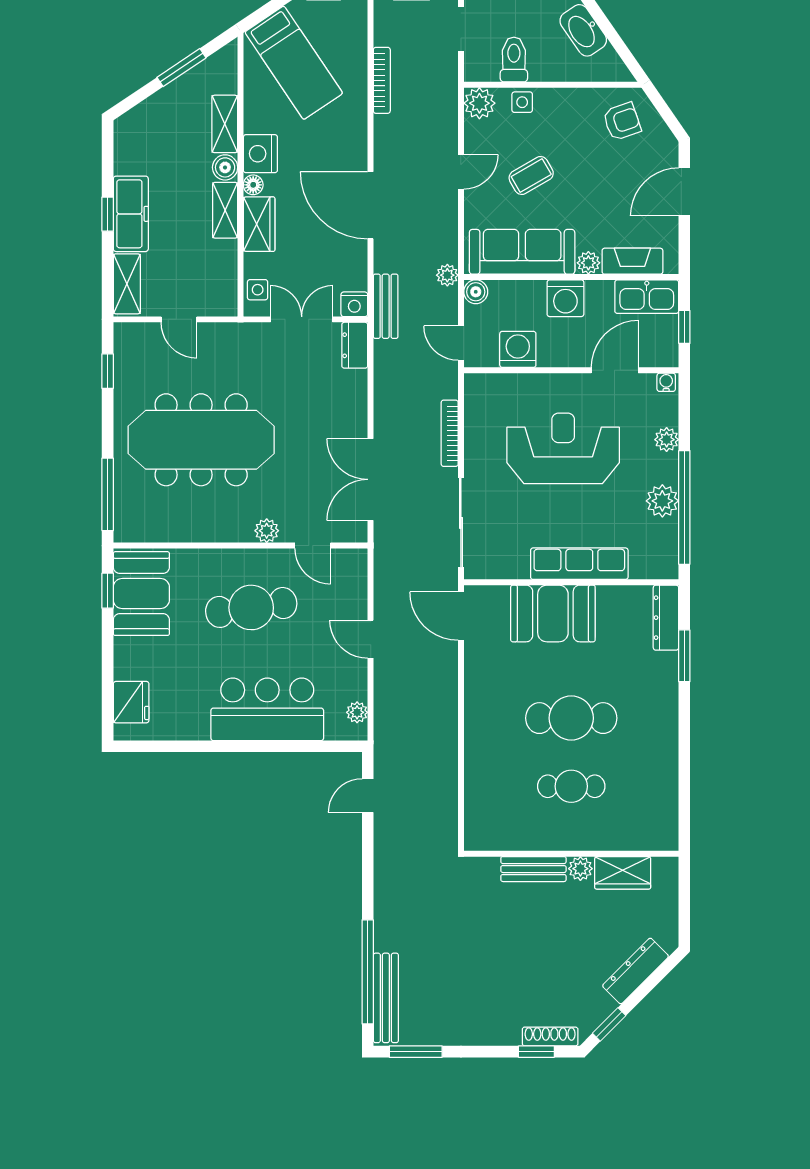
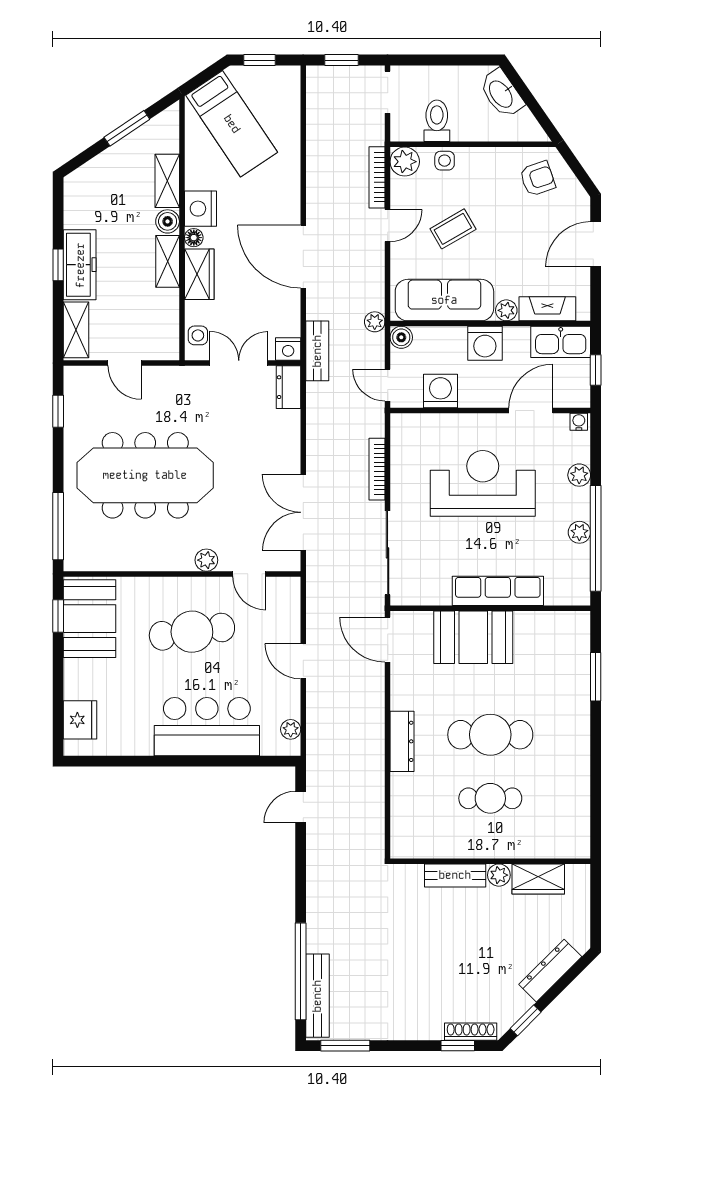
bookcase: (382, 80) -> (377, 177), moved, turned 180
plant: (662, 501) -> (579, 532), width x0.73, depth x0.73
dresser: (666, 618) -> (402, 741), moved, turned 180

